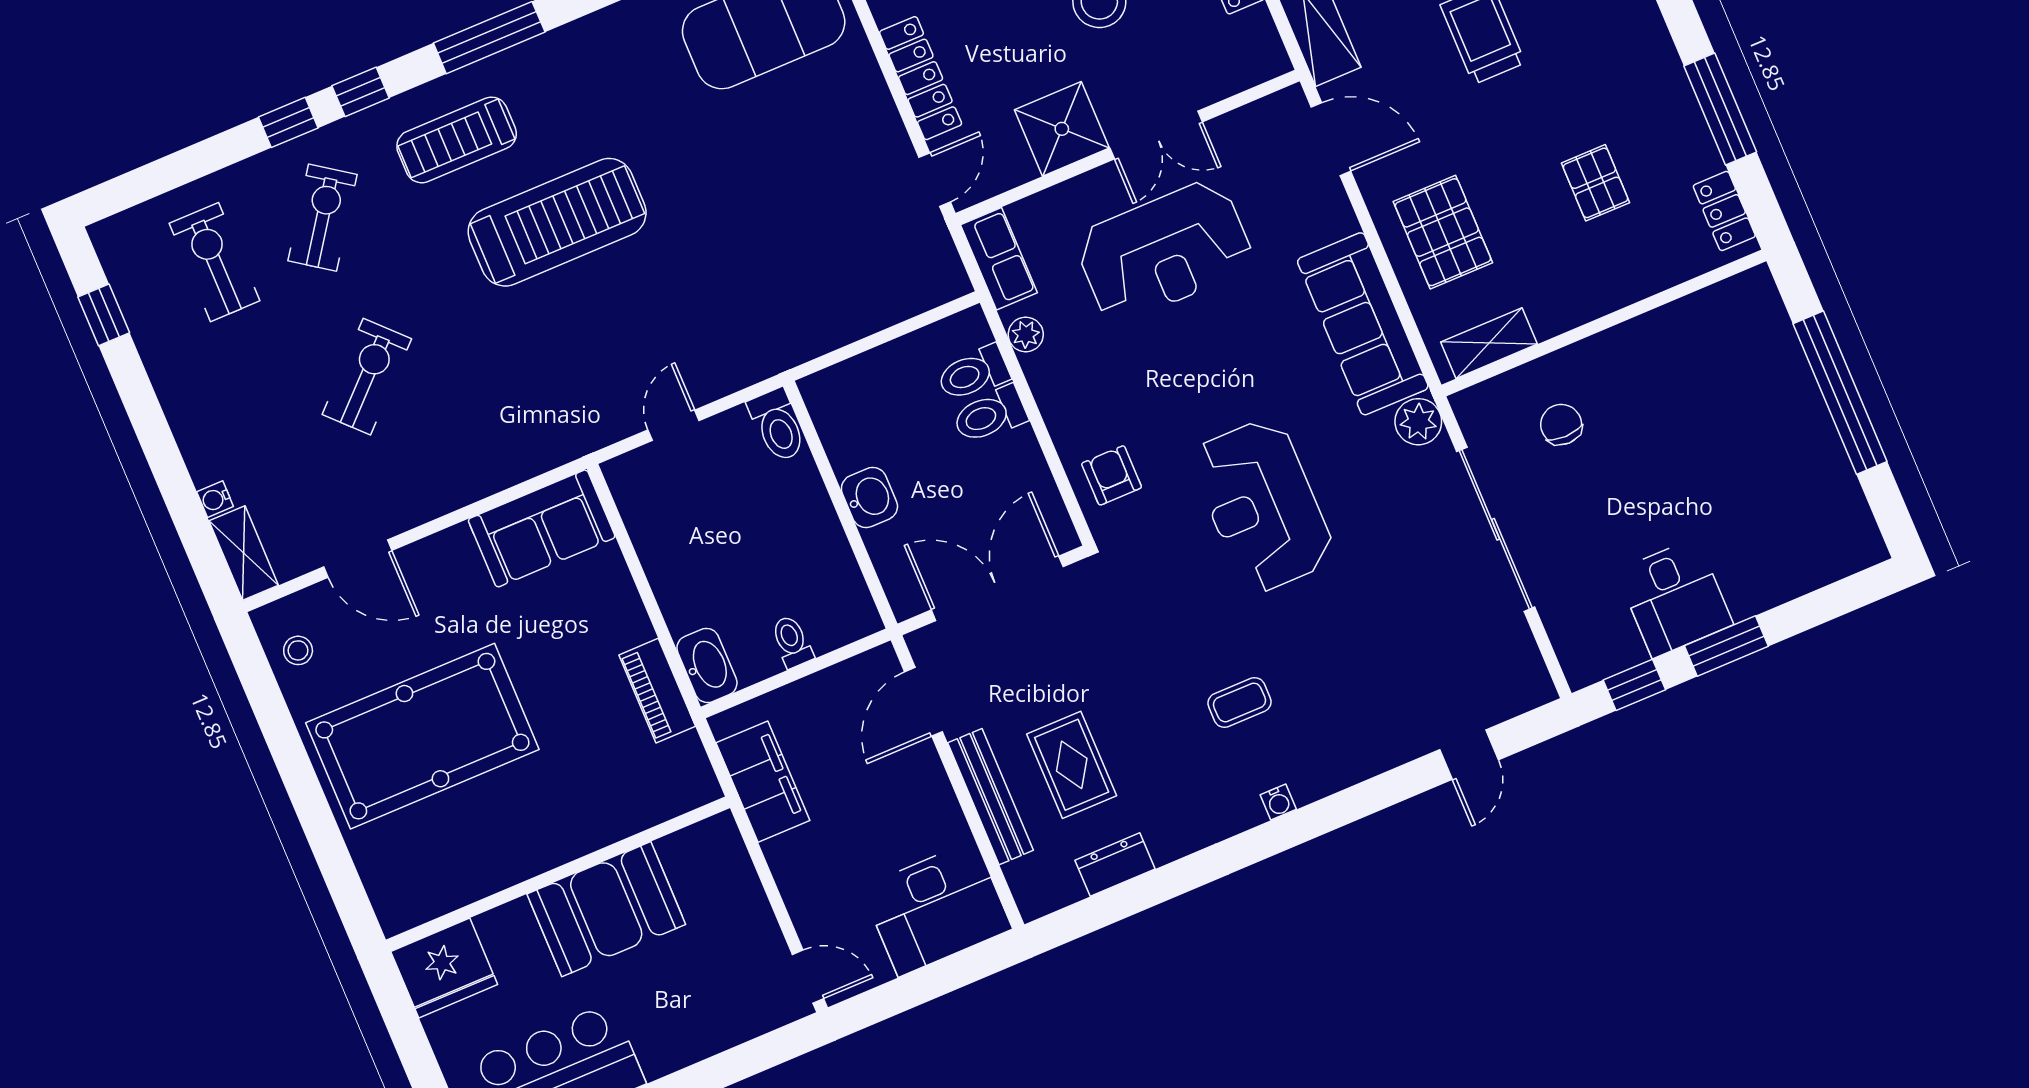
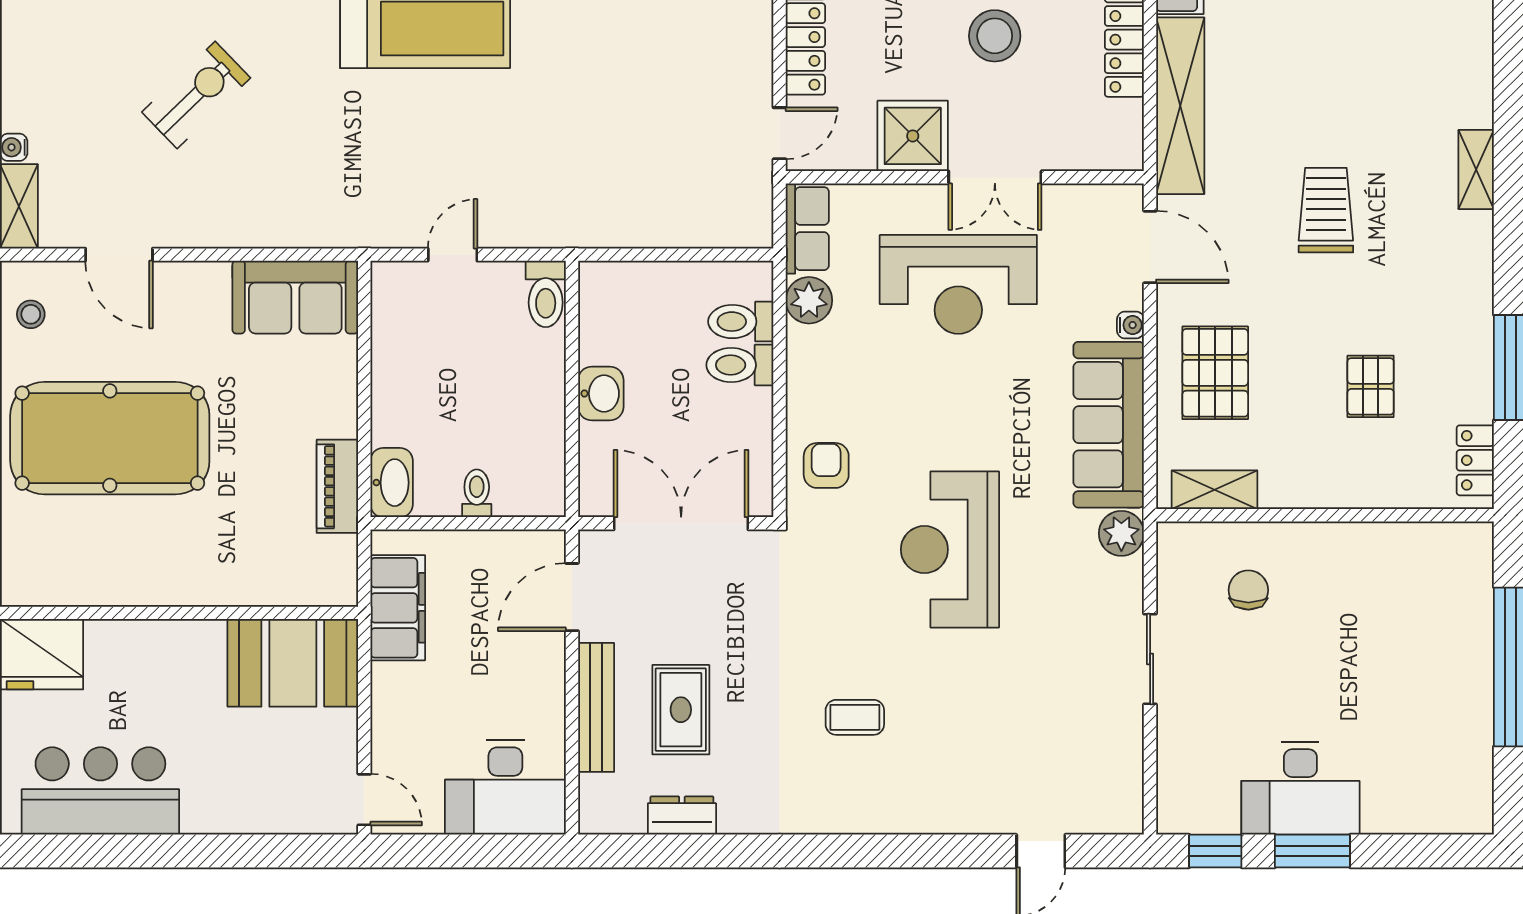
plant: (1026, 334) -> (809, 300), width x1.38, depth x1.38
sliding door: (1496, 529) -> (1150, 659), width x0.54
desk: (1675, 598) -> (1300, 788), width x1.37
water cooler: (1278, 802) -> (1130, 325), moved, turned -90
booth: (606, 909) -> (293, 663), moved

